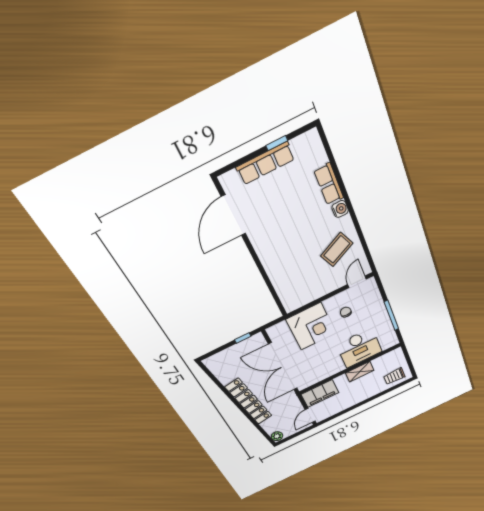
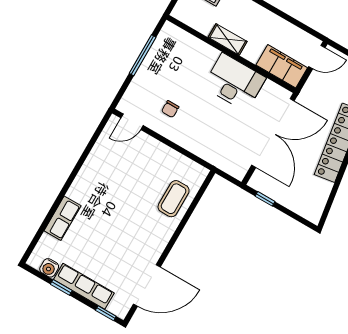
window: (232, 166) -> (106, 313), added
water cooler: (340, 209) -> (49, 268), moved, turned -90
coffee table: (337, 250) -> (174, 199), moved, turned -65
corner desk: (311, 326) -> (209, 135), removed
desk: (359, 348) -> (234, 82), moved

